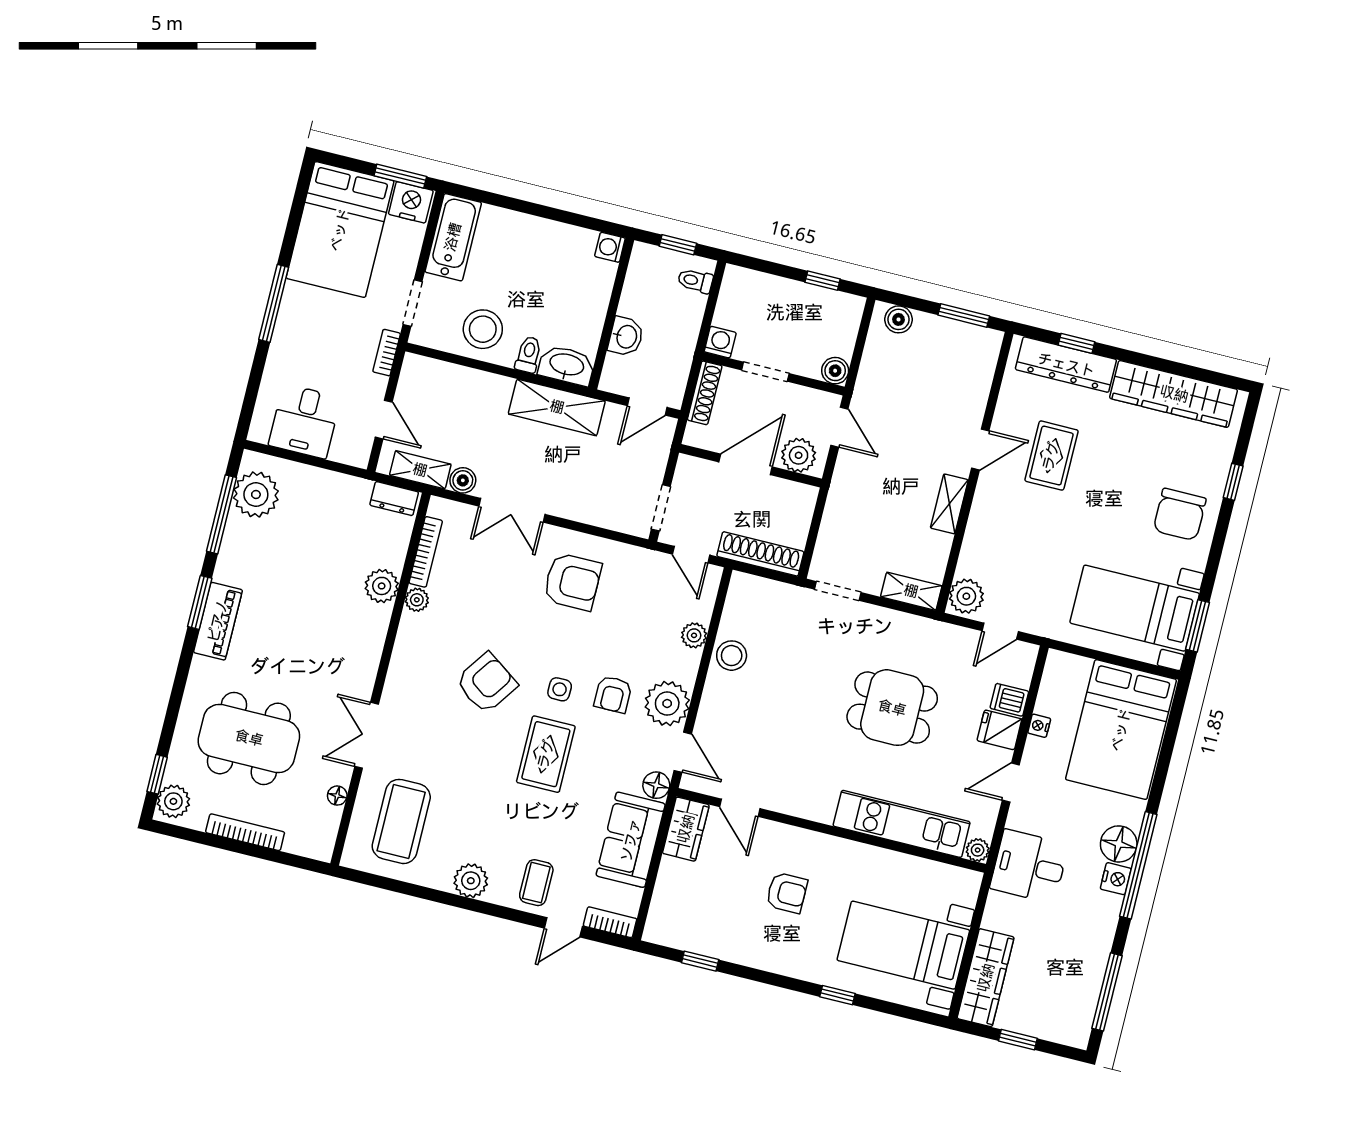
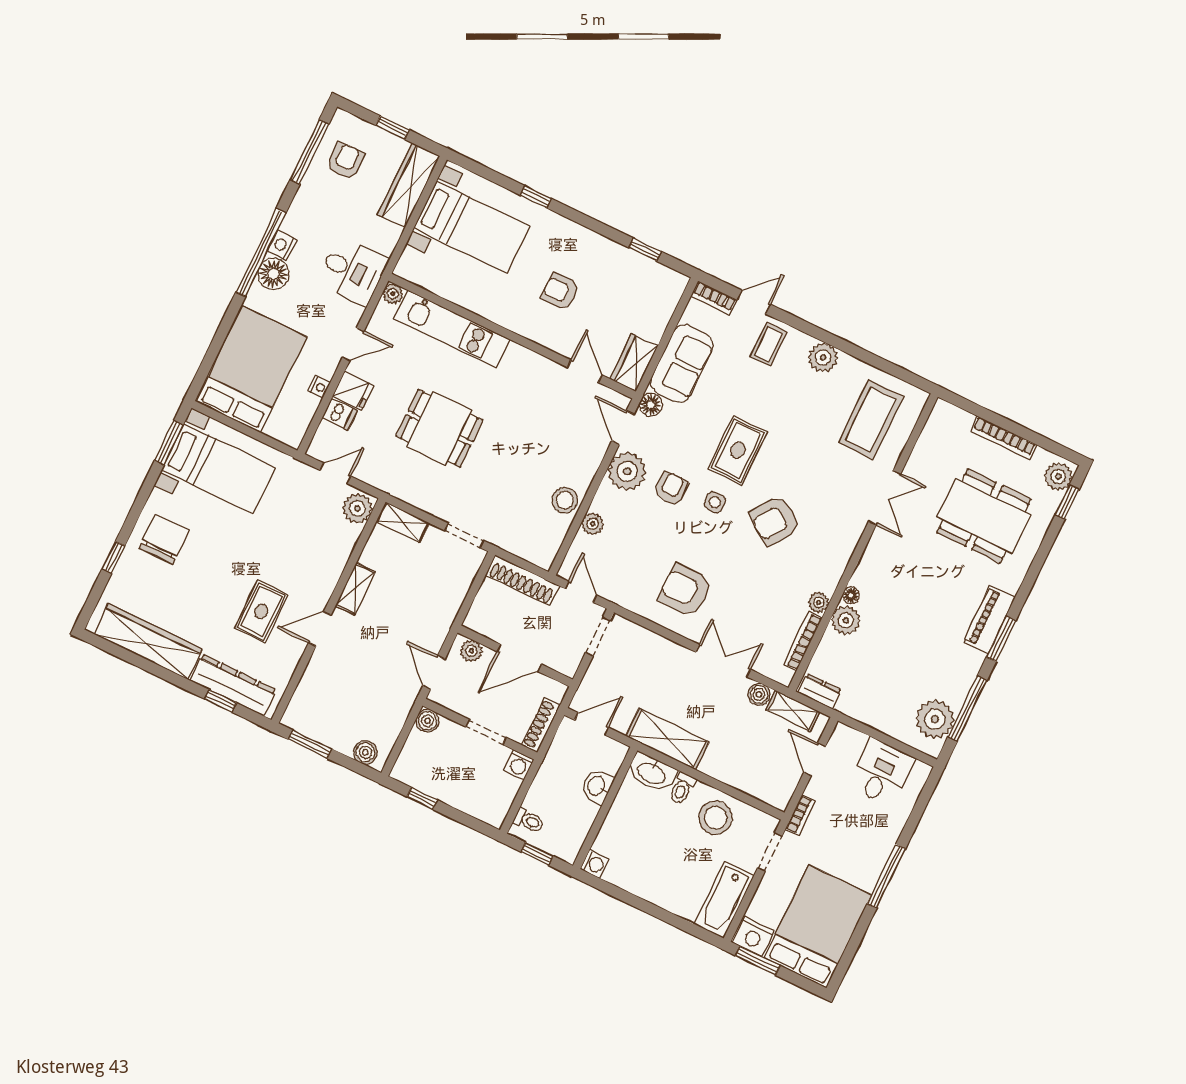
plant: (799, 455) -> (471, 651), width x0.73, depth x0.73
floor lamp: (337, 796) -> (851, 595), moved
armchair: (1064, 990) -> (345, 161), added

